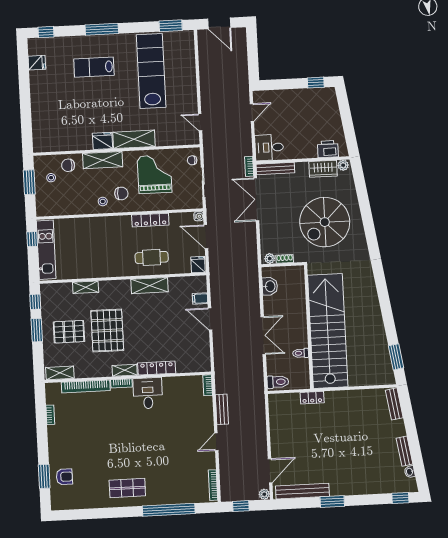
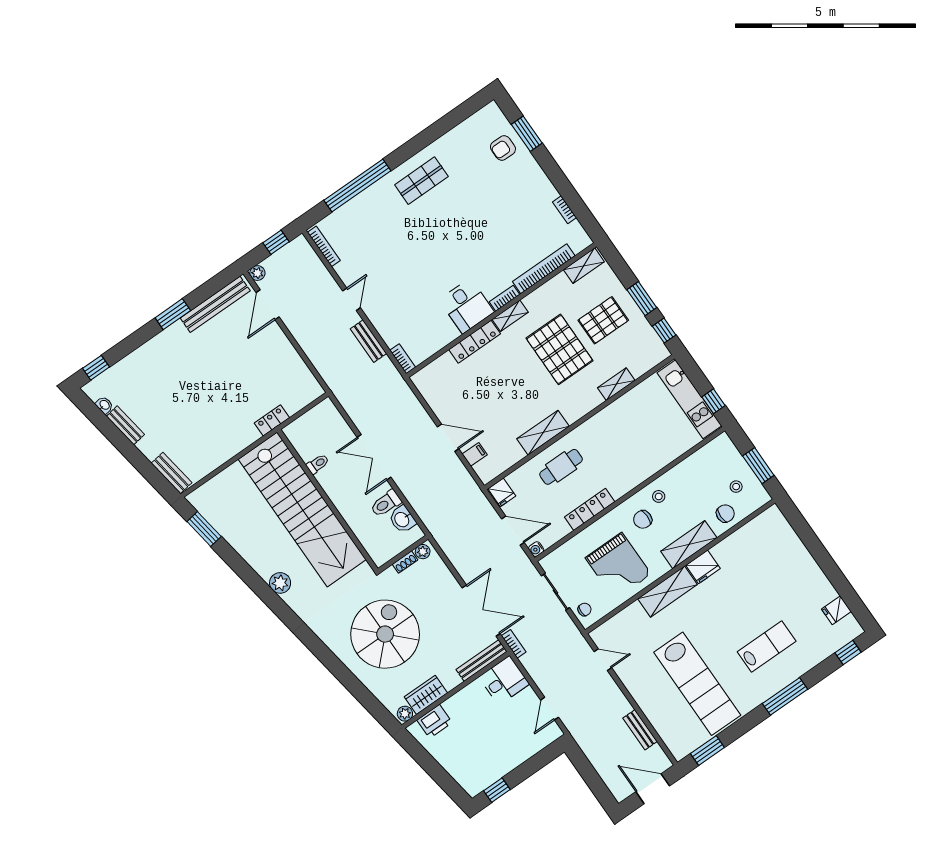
bench: (204, 65) -> (640, 730), added
plant: (370, 294) -> (280, 583), added
toilet: (278, 382) -> (386, 503), moved

